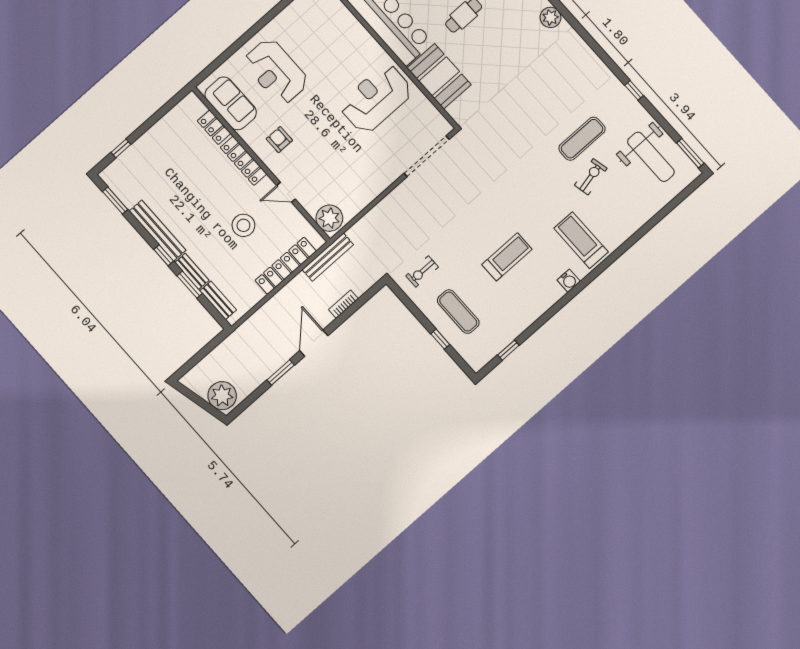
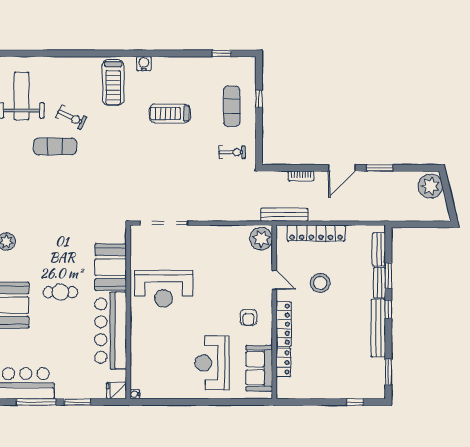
reception desk: (276, 71) -> (212, 363), turned 180
exercise bike: (591, 177) -> (71, 117), turned -141

